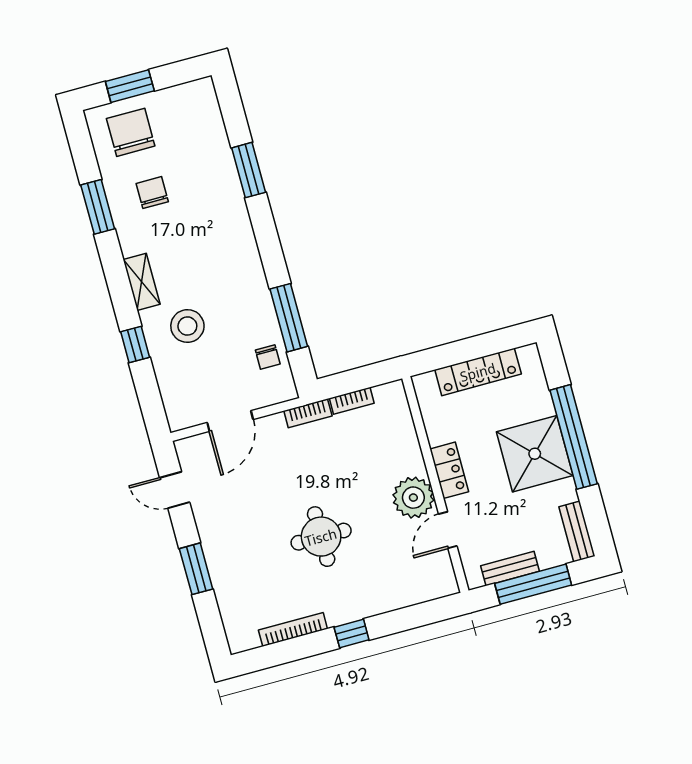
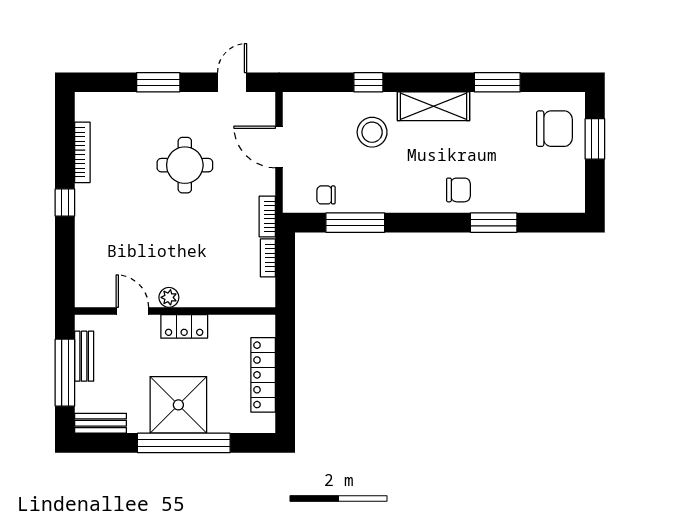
chair: (152, 193) -> (458, 190), moved
shelving: (142, 282) -> (433, 106), width x1.50, depth x1.33
plant: (413, 498) -> (169, 297), width x0.53, depth x0.53
round table: (321, 537) -> (185, 165), moved

